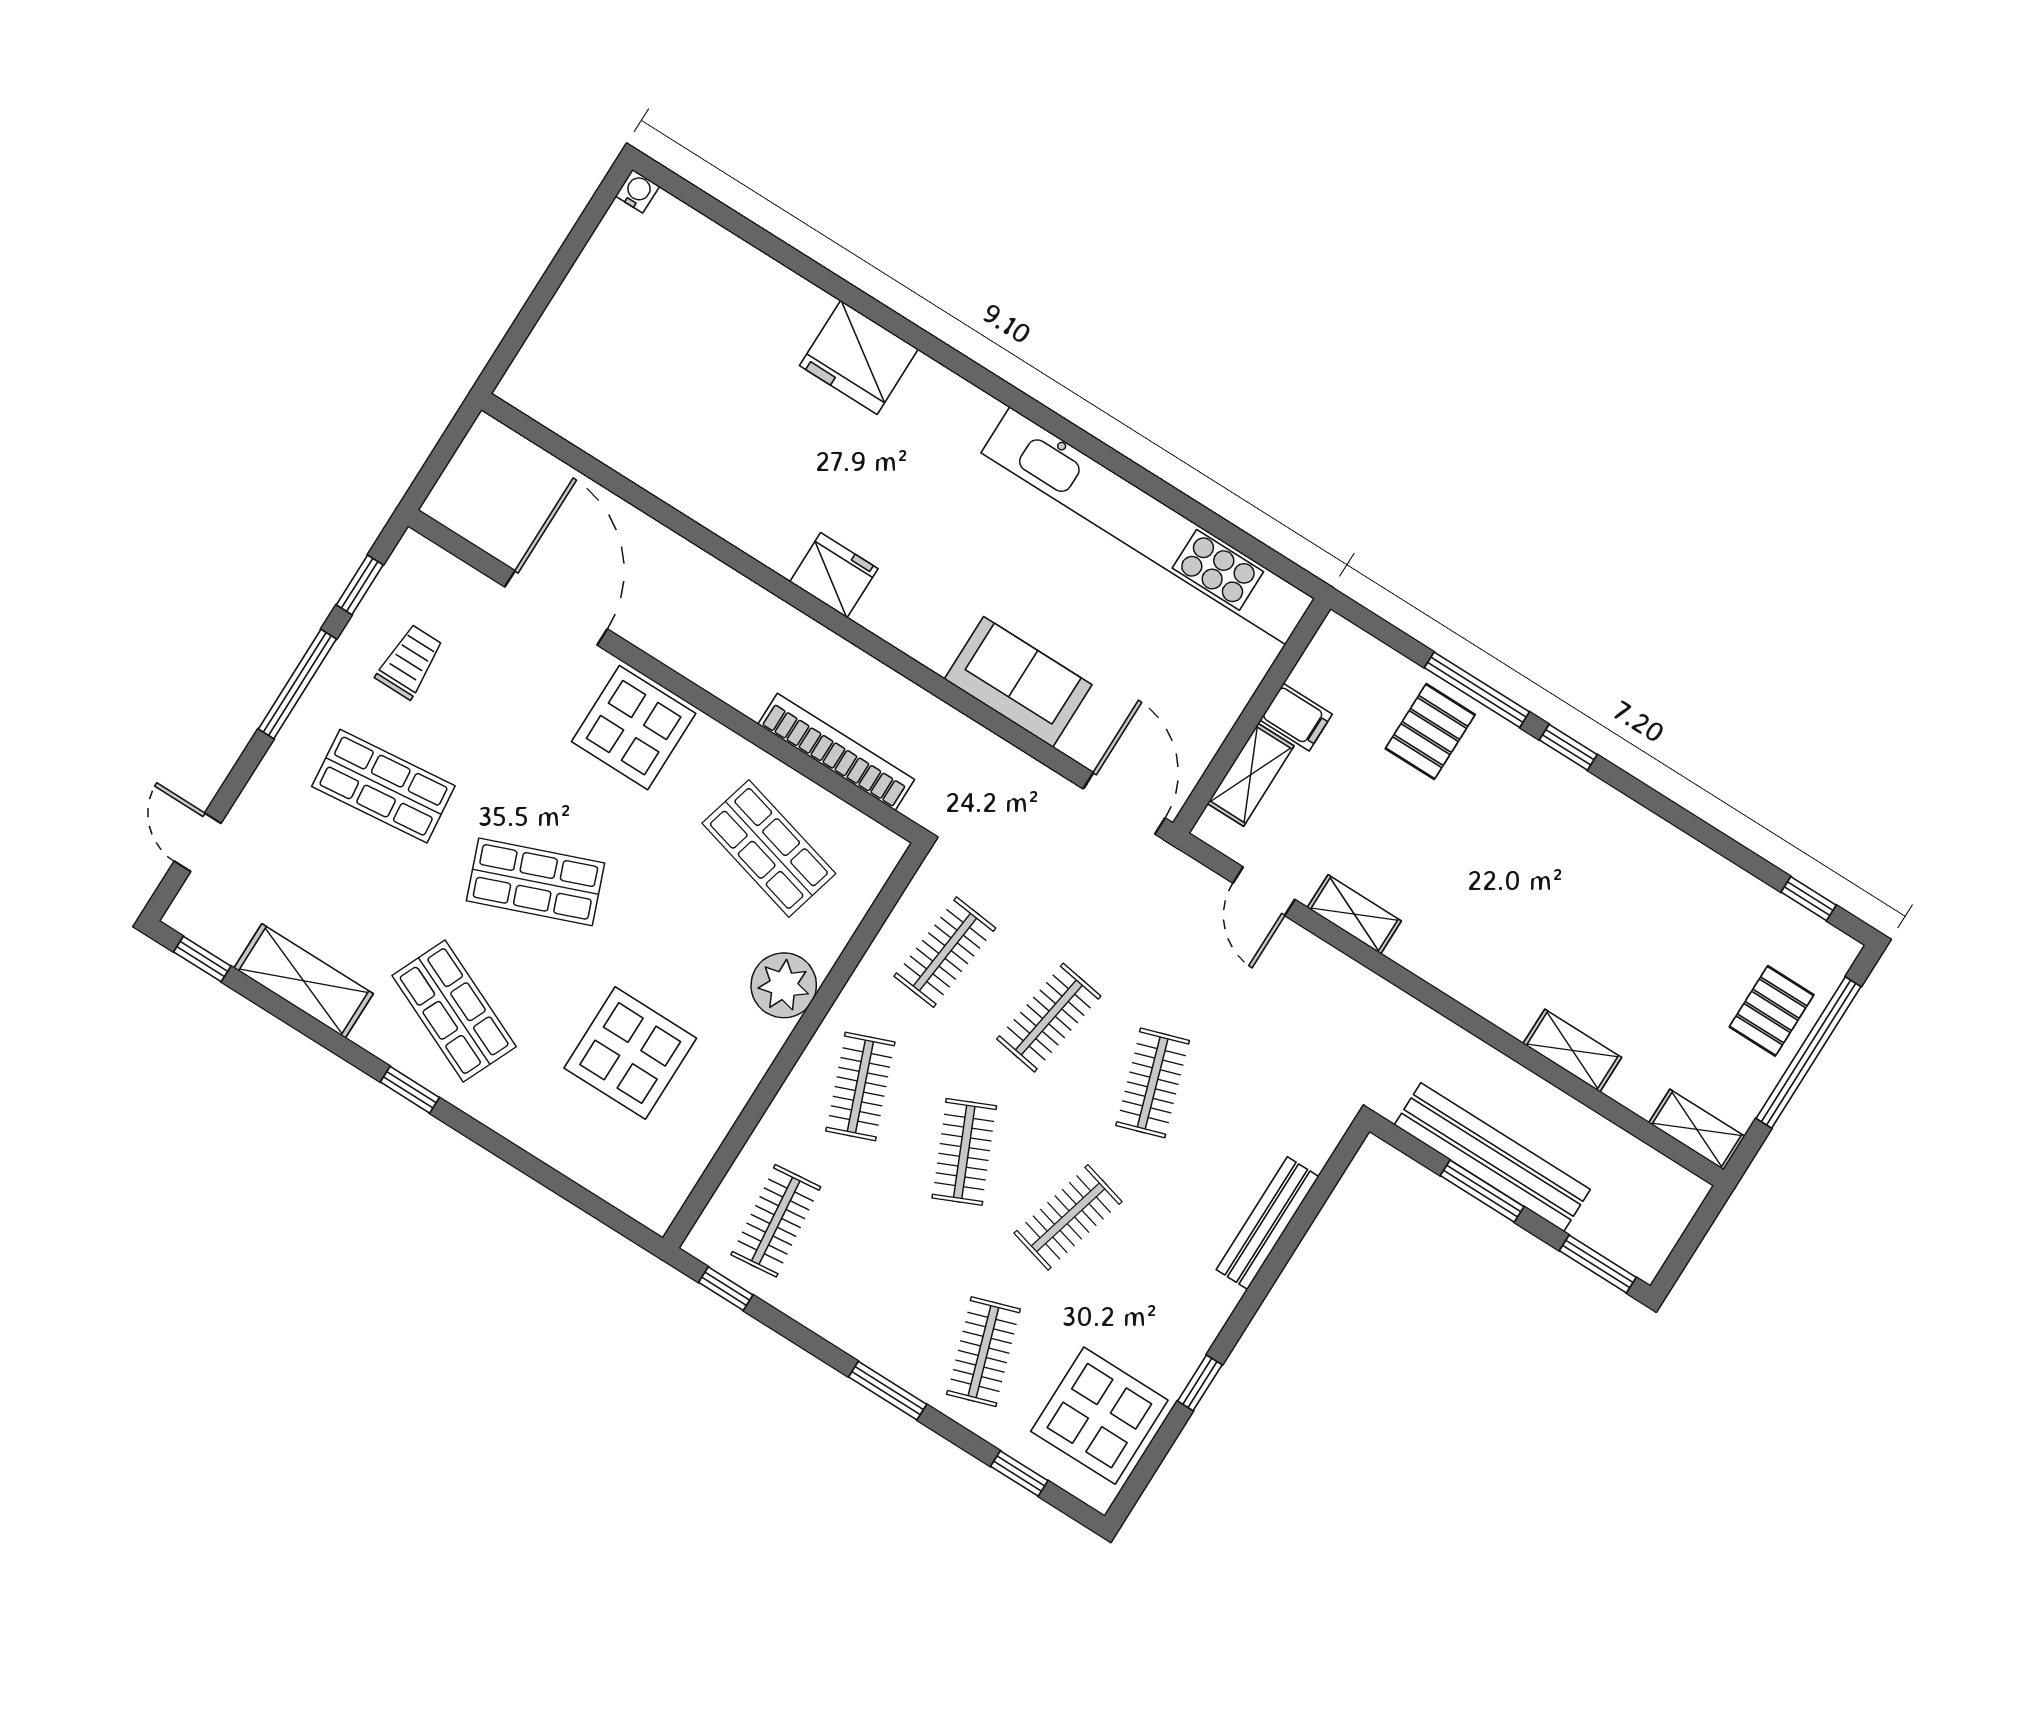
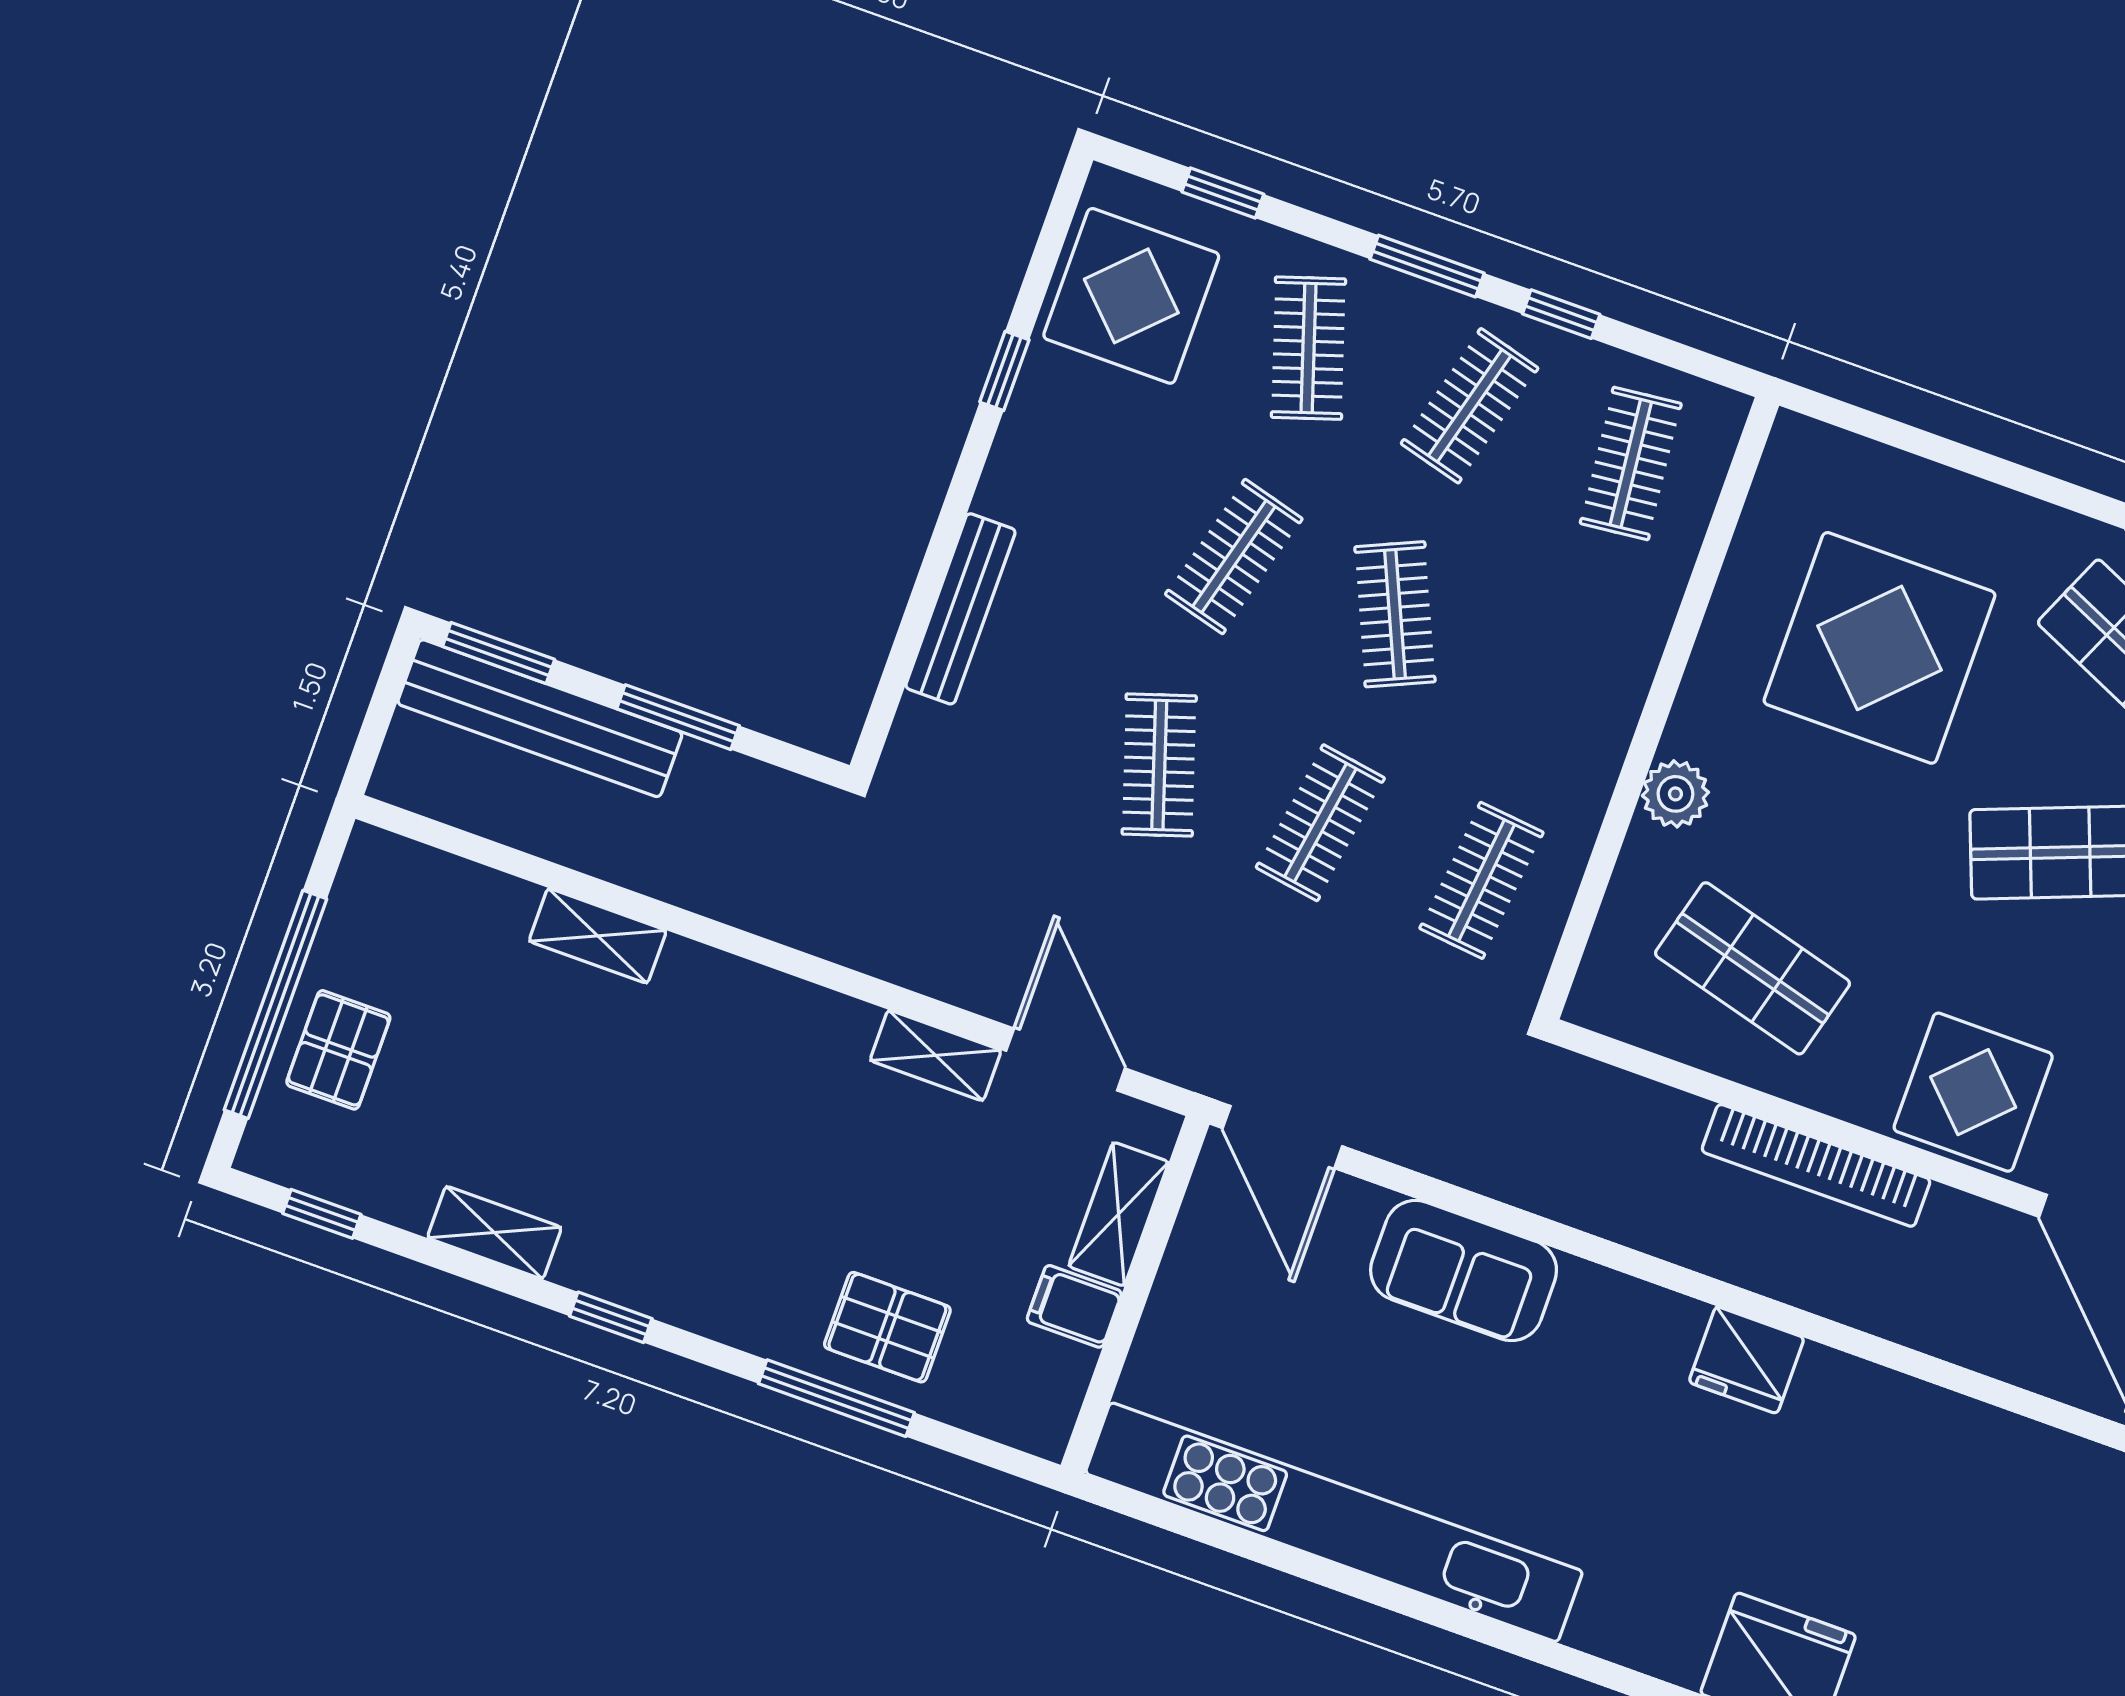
pallet: (1430, 732) -> (887, 1327), turned 90
window: (1568, 747) -> (611, 1317), moved
bookcase: (836, 752) -> (1816, 1165), moved
door: (1264, 891) -> (1066, 1060), width x1.38
plant: (784, 985) -> (1675, 794), width x0.73, depth x0.73
display table: (630, 1053) -> (1879, 648), width x1.36, depth x1.36
clothes rail: (860, 1086) -> (1470, 406), moved, turned 36
shelving: (1697, 1130) -> (494, 1233), moved
bench: (1492, 1157) -> (540, 718), moved
window: (726, 1289) -> (1561, 314), moved

